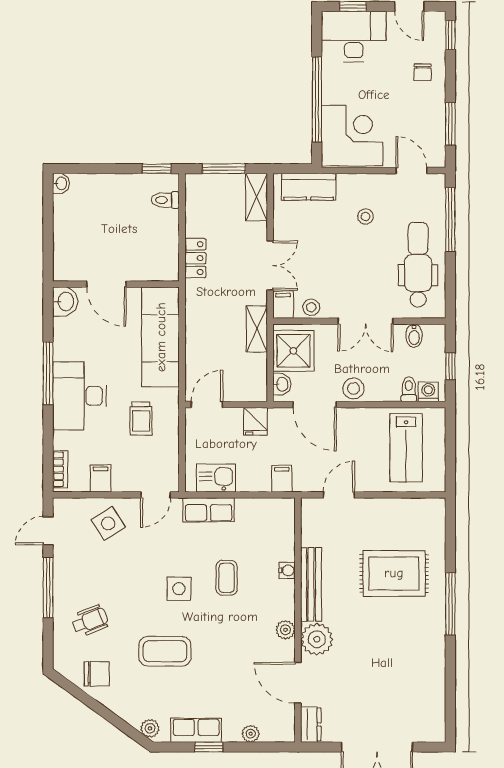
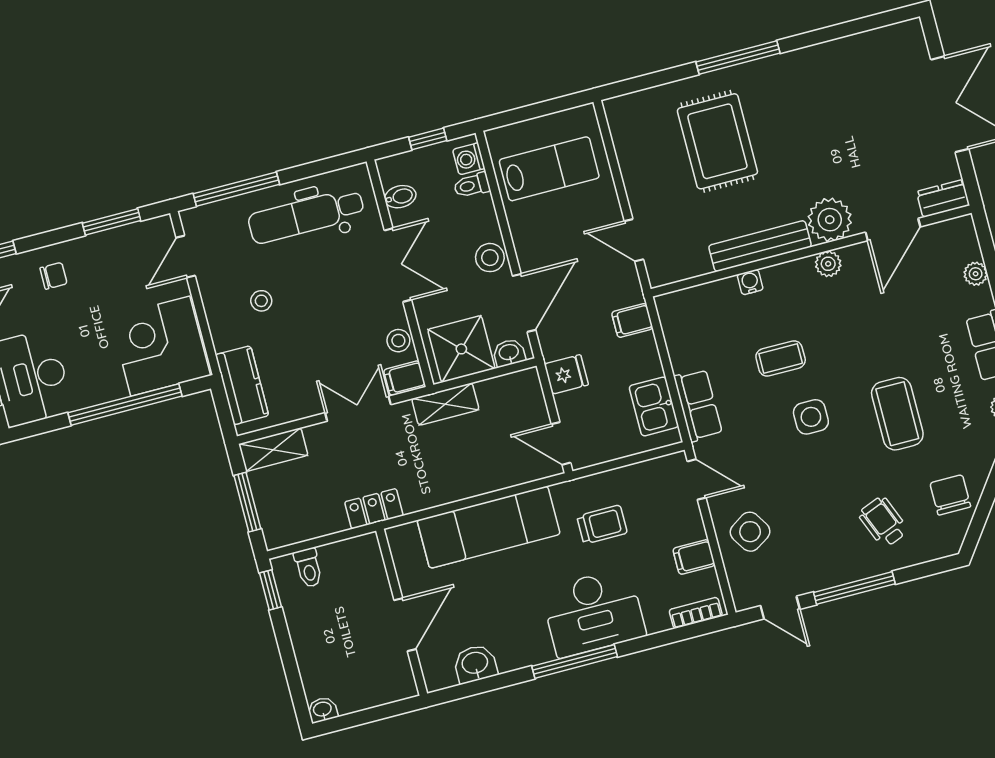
door: (106, 284) -> (405, 625), moved
wall: (116, 284) -> (402, 612), moved

